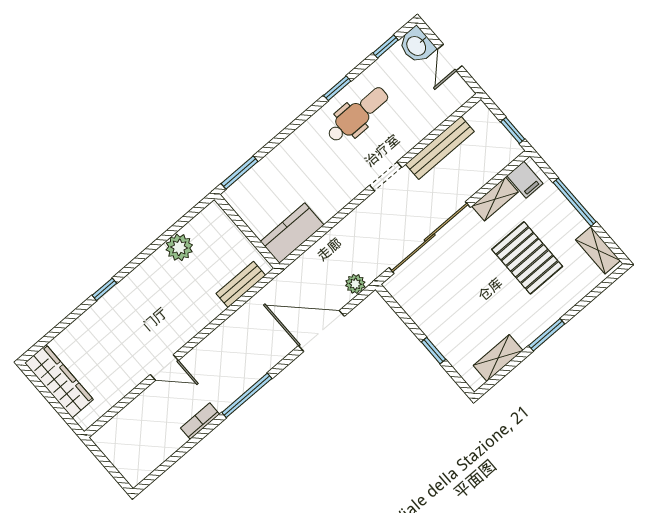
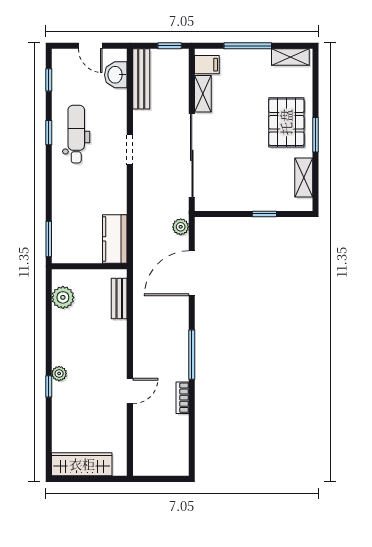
washbasin: (417, 45) -> (116, 75), moved, turned 90
bench: (440, 148) -> (141, 79), moved
plant: (179, 247) -> (63, 297), moved
pallet: (527, 258) -> (286, 122), moved, turned 90
plant: (124, 289) -> (59, 374), added

